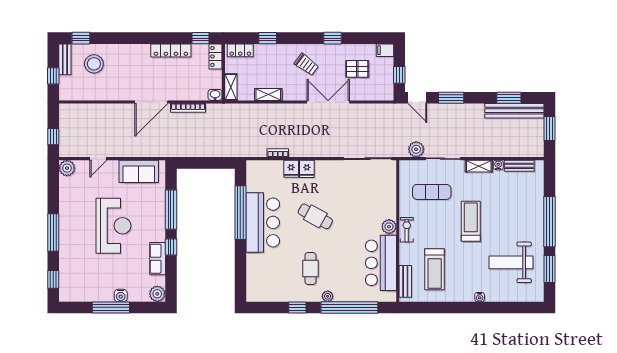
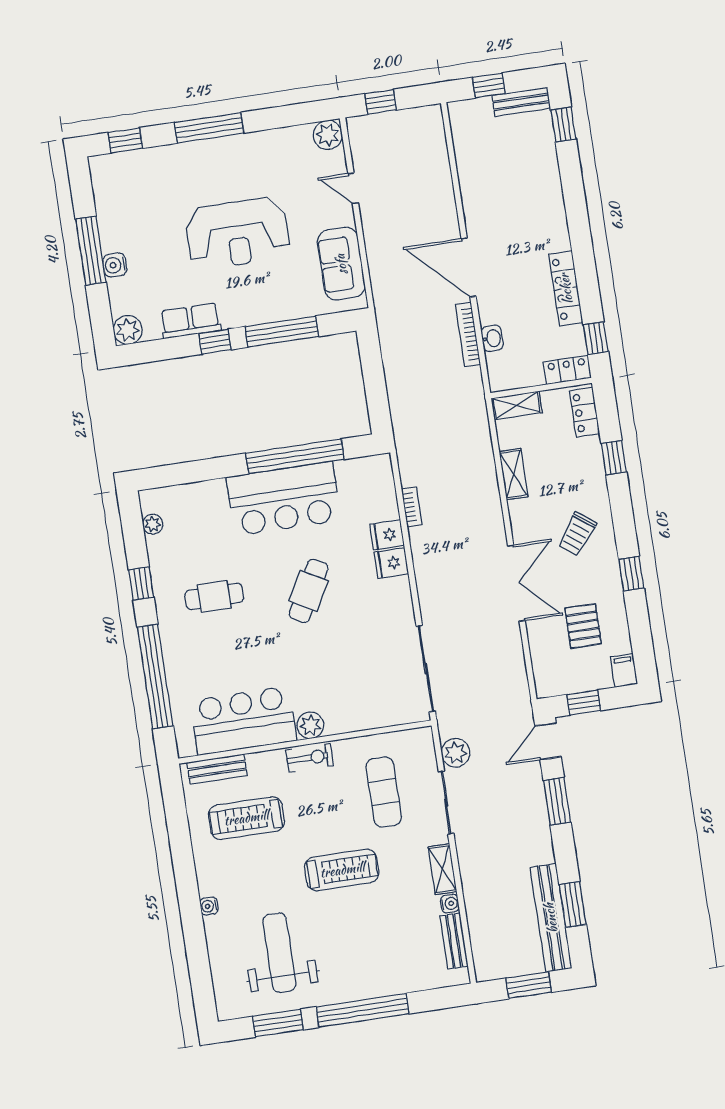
stool: (94, 64) -> (521, 155), removed
washbasin: (215, 95) -> (492, 338), moved
plant: (328, 296) -> (153, 524), moved

